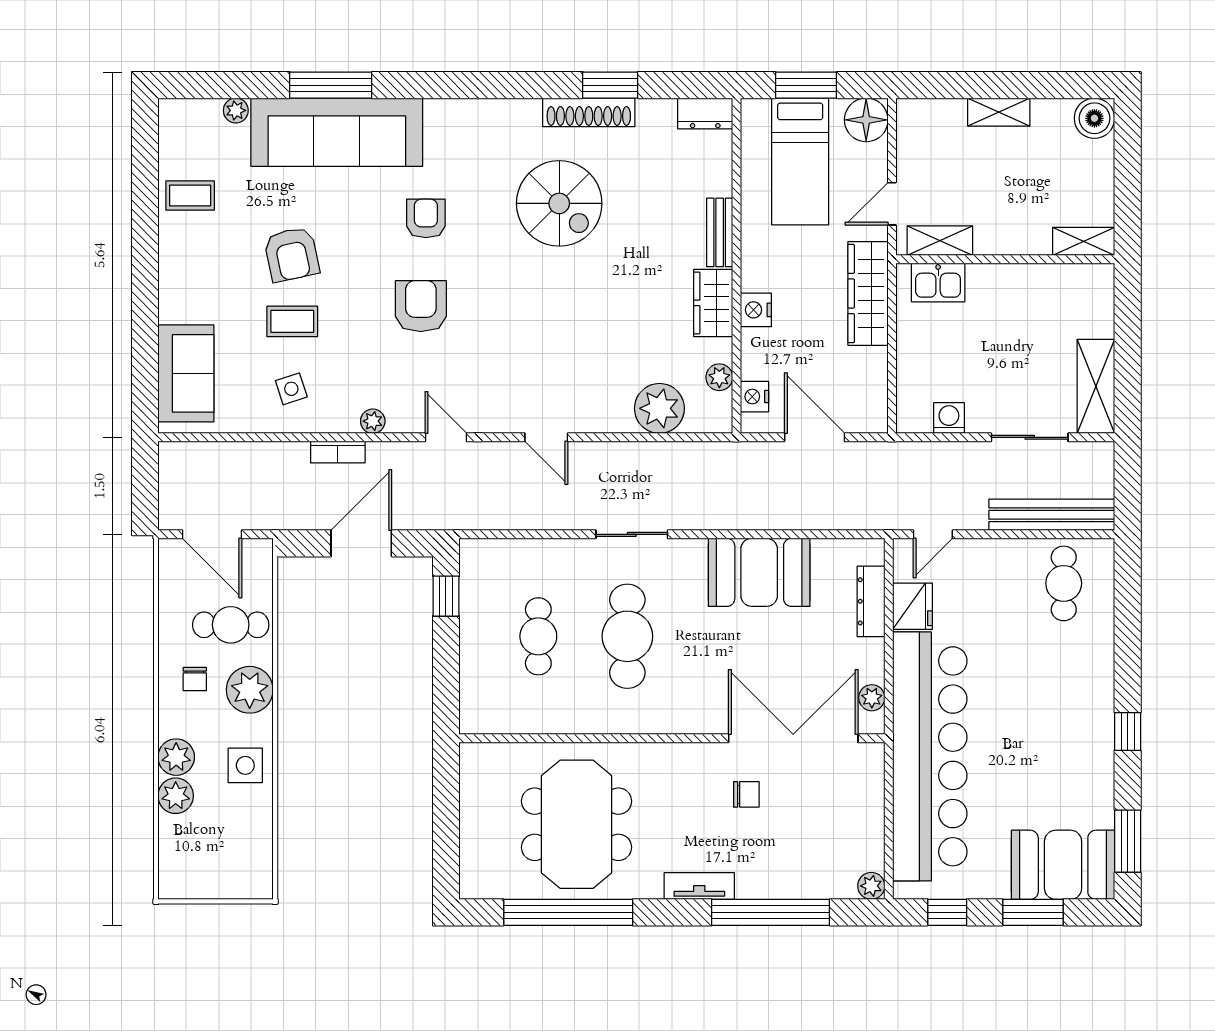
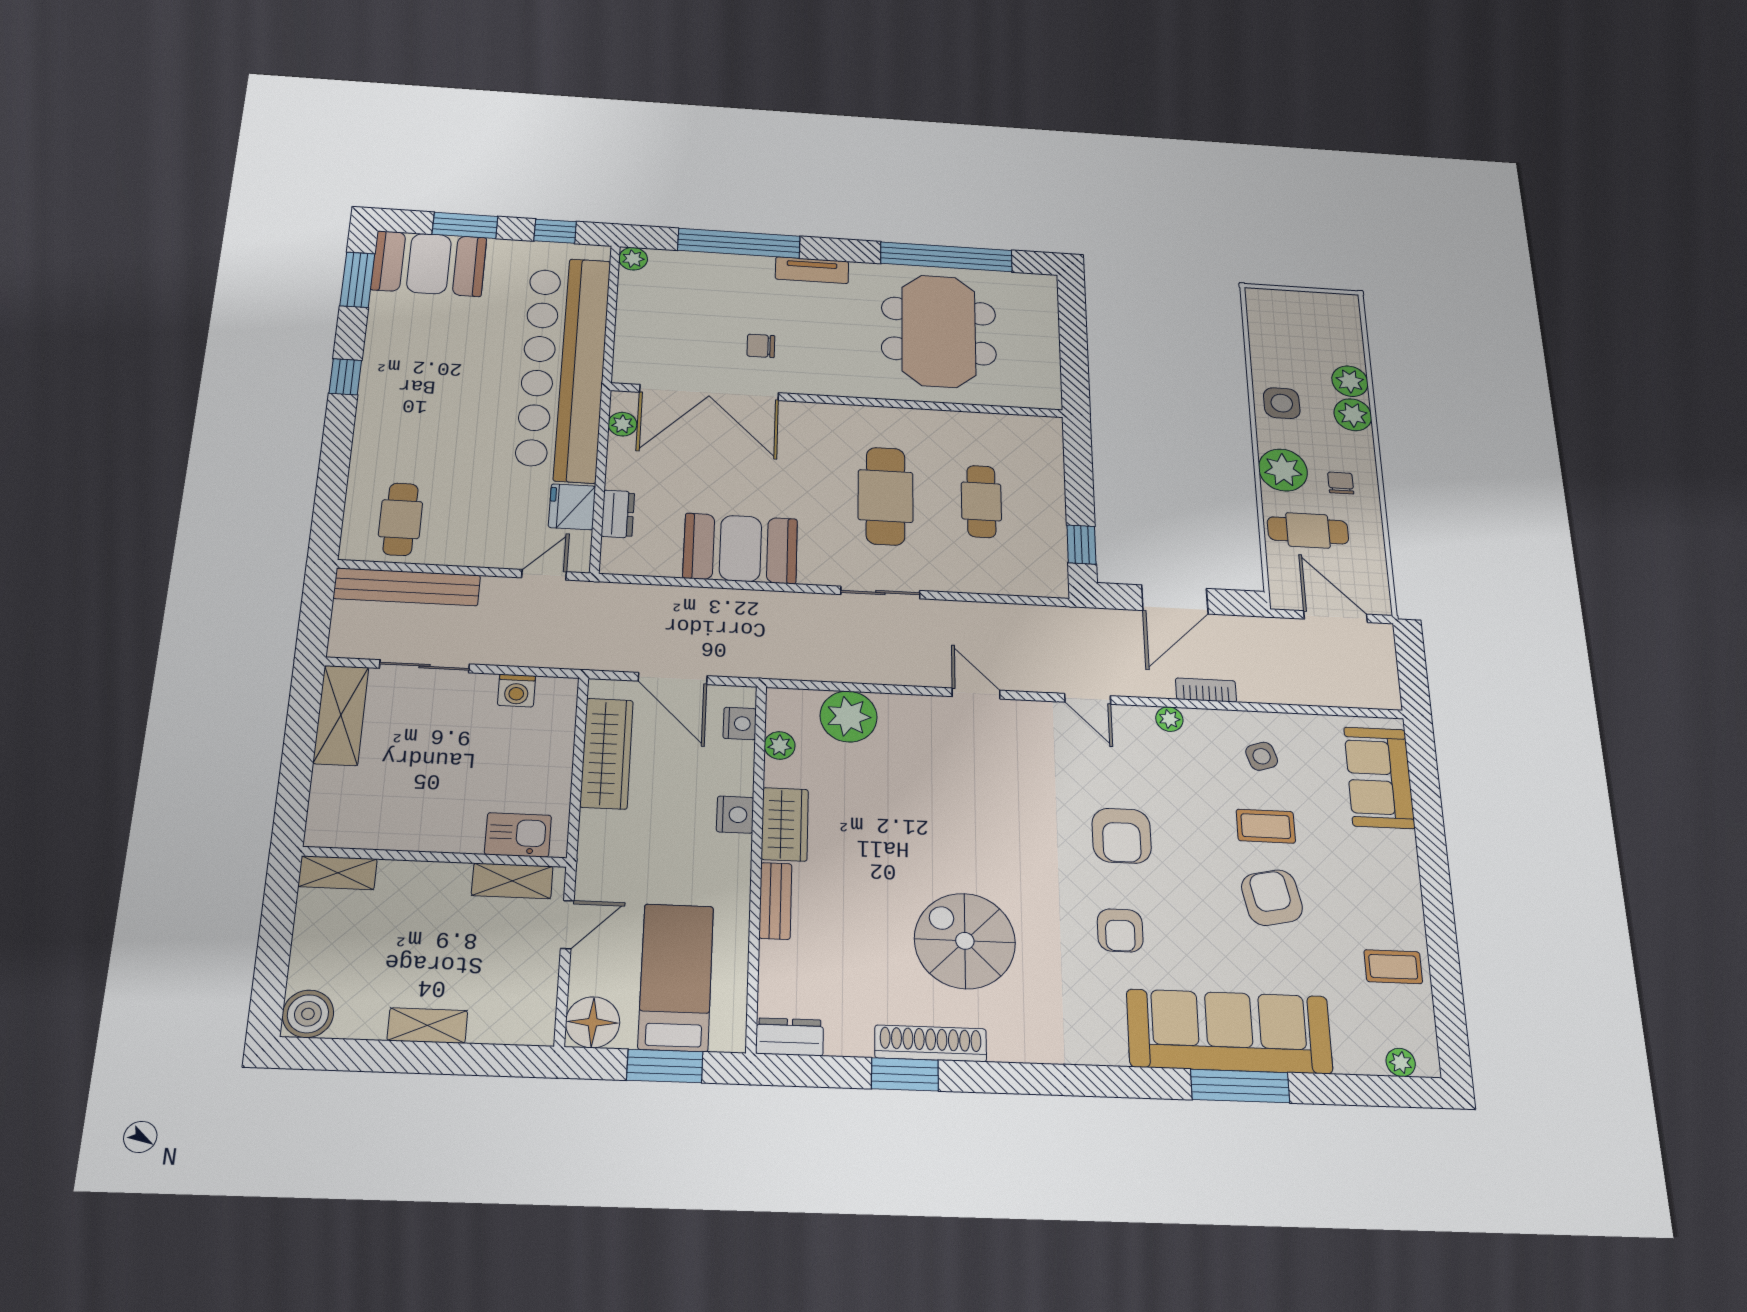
plant: (236, 110) -> (1401, 1062), moved
wardrobe: (868, 293) -> (607, 753), moved
dresser: (871, 601) -> (618, 514), width x0.70

